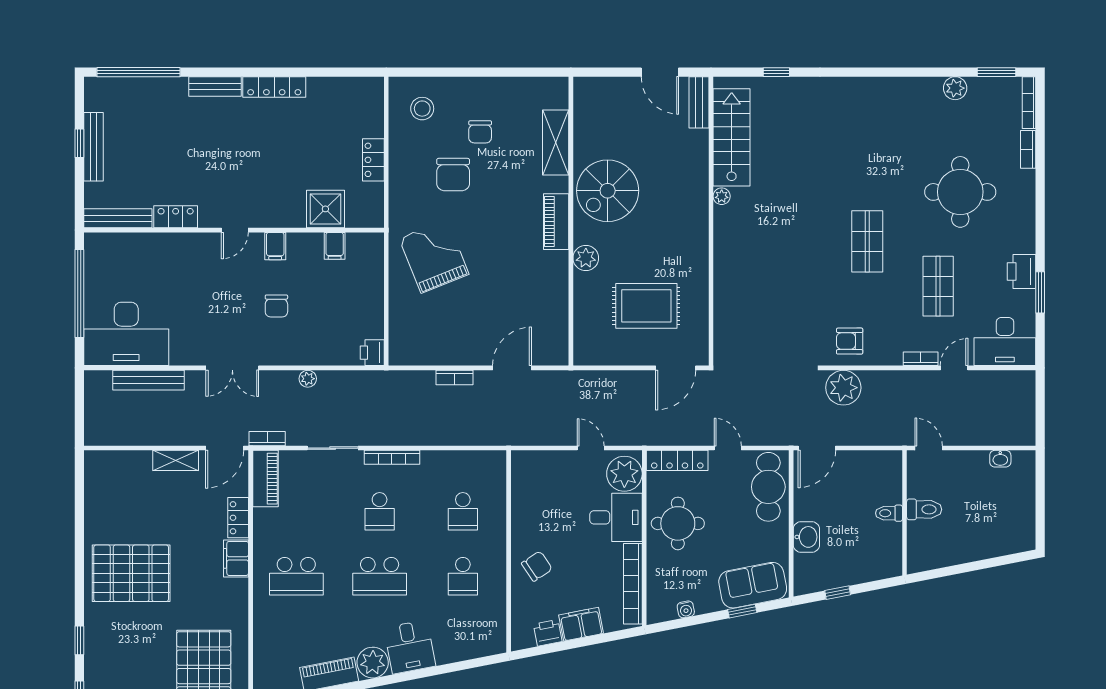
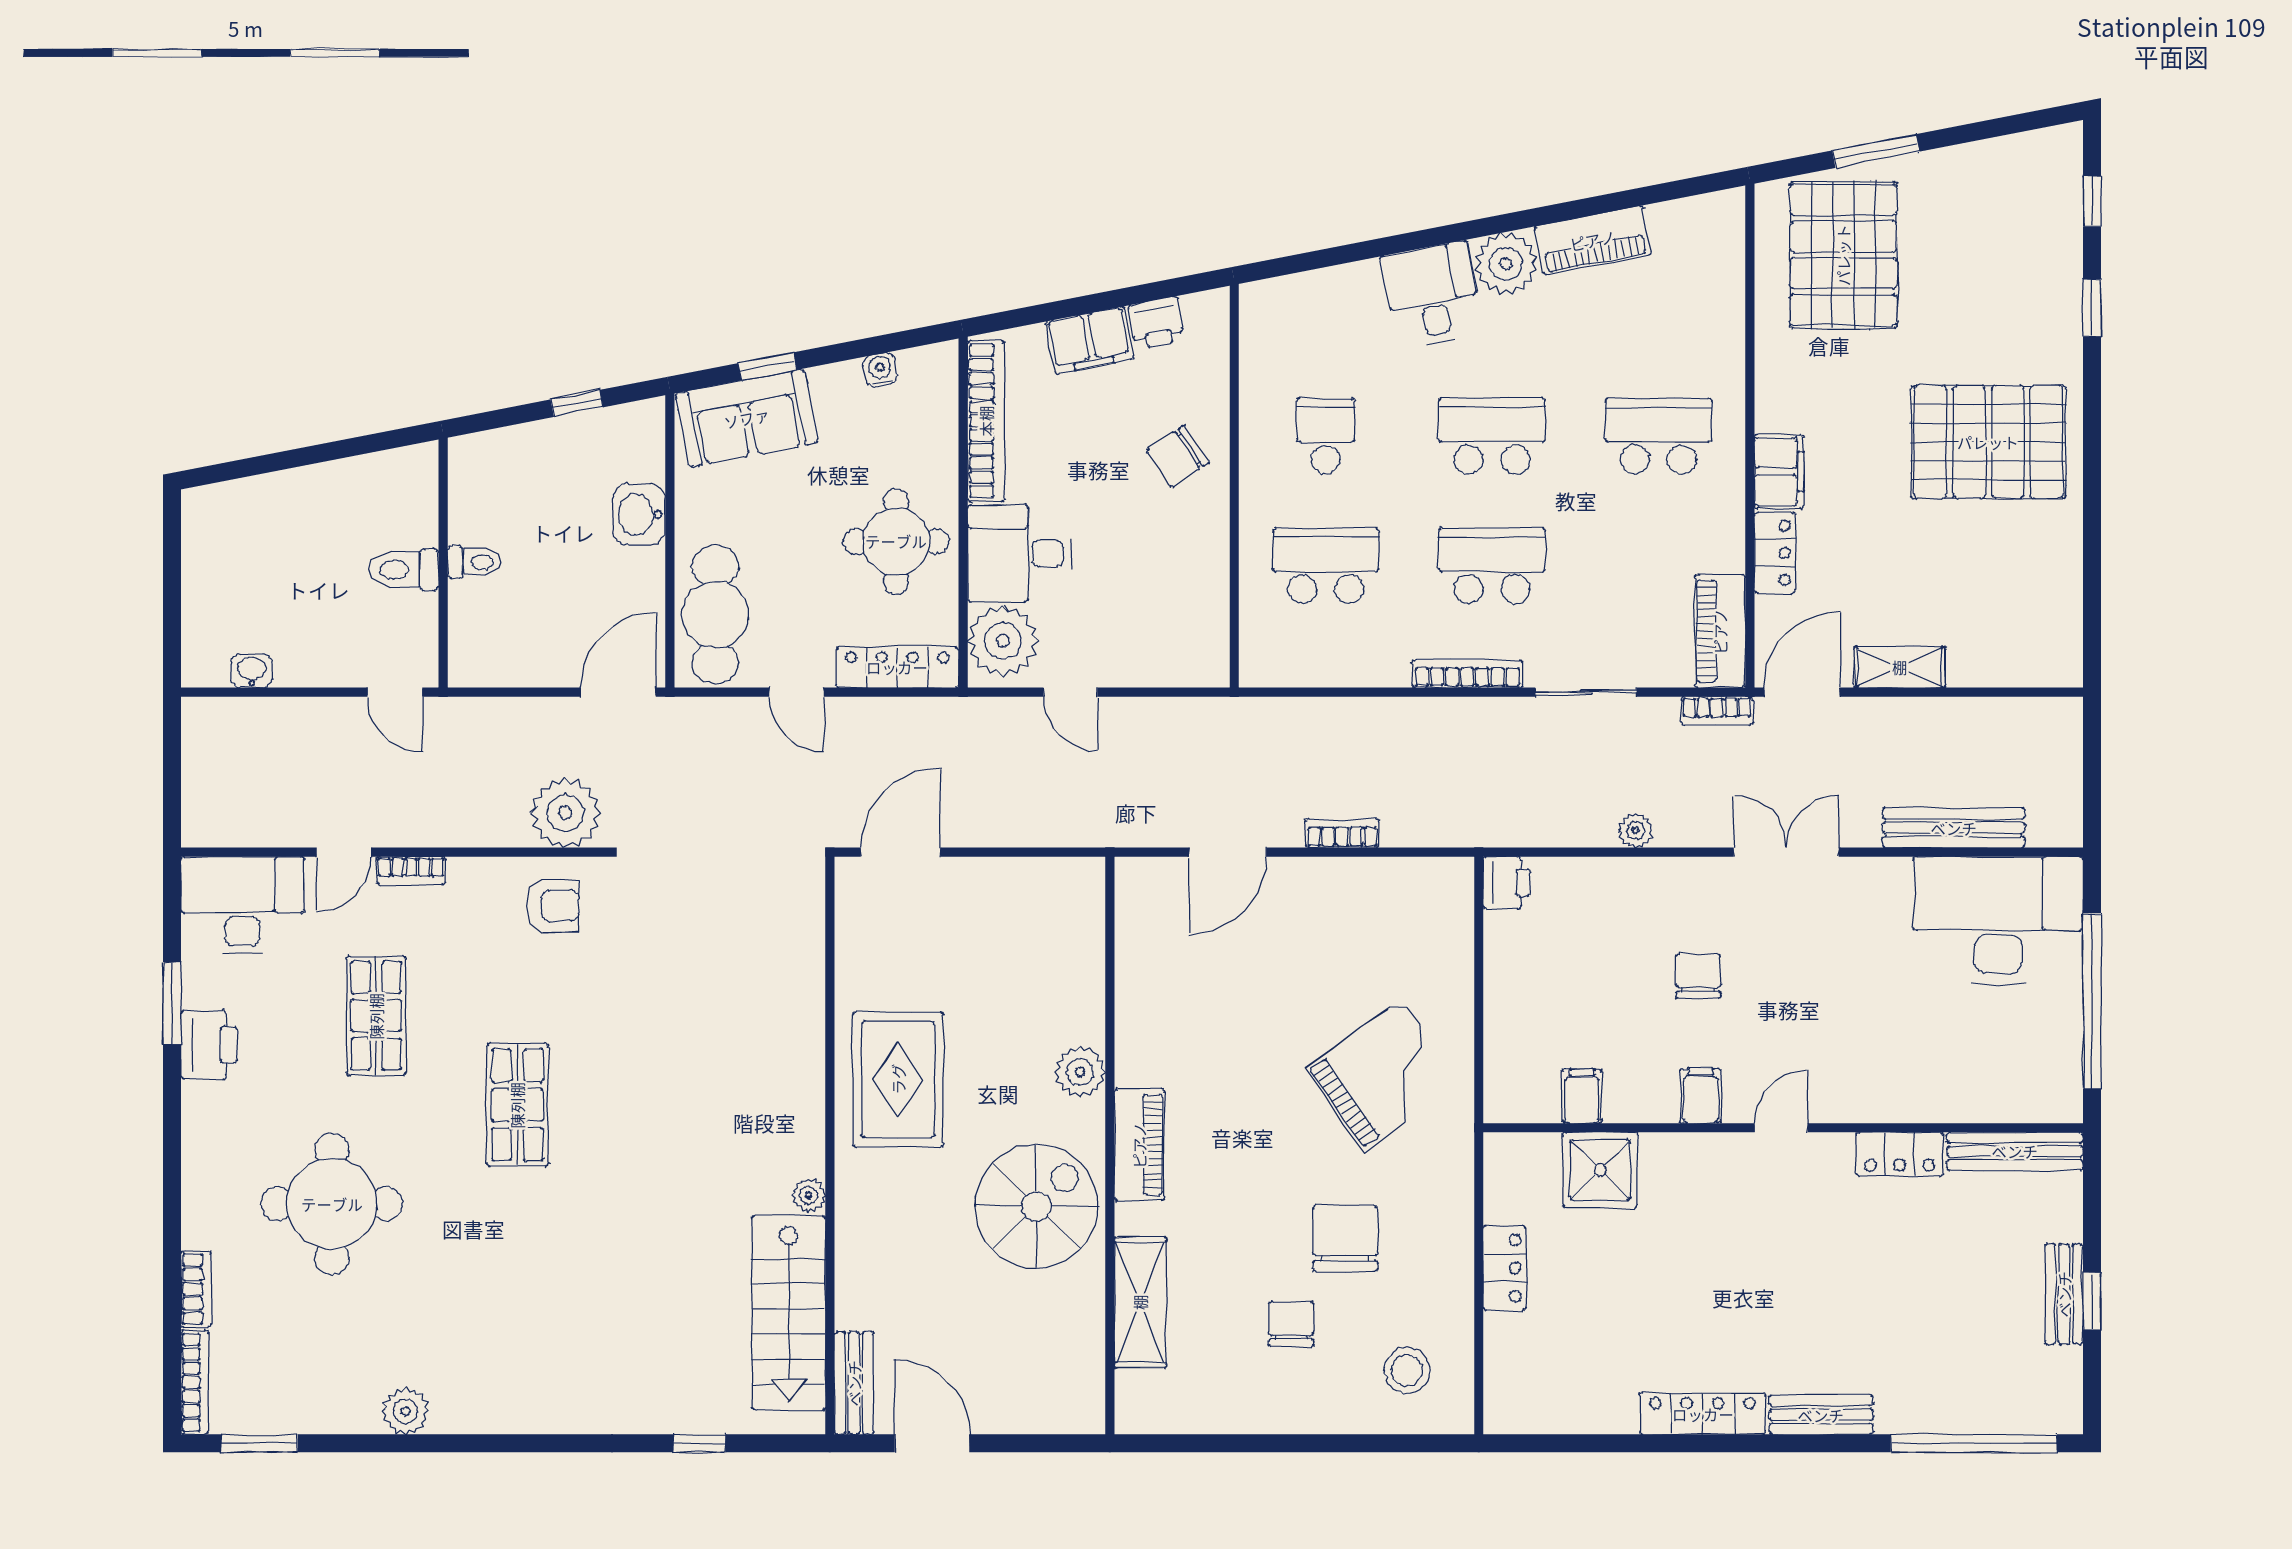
plant: (955, 88) -> (406, 1411), moved
bench: (93, 147) -> (2064, 1294), width x0.73
grand piano: (434, 256) -> (1383, 1075), turned -103
rug: (646, 306) -> (898, 1079), moved, turned 90
school desk: (380, 511) -> (1492, 566), width x1.85
school desk: (463, 511) -> (1326, 566), width x1.85

